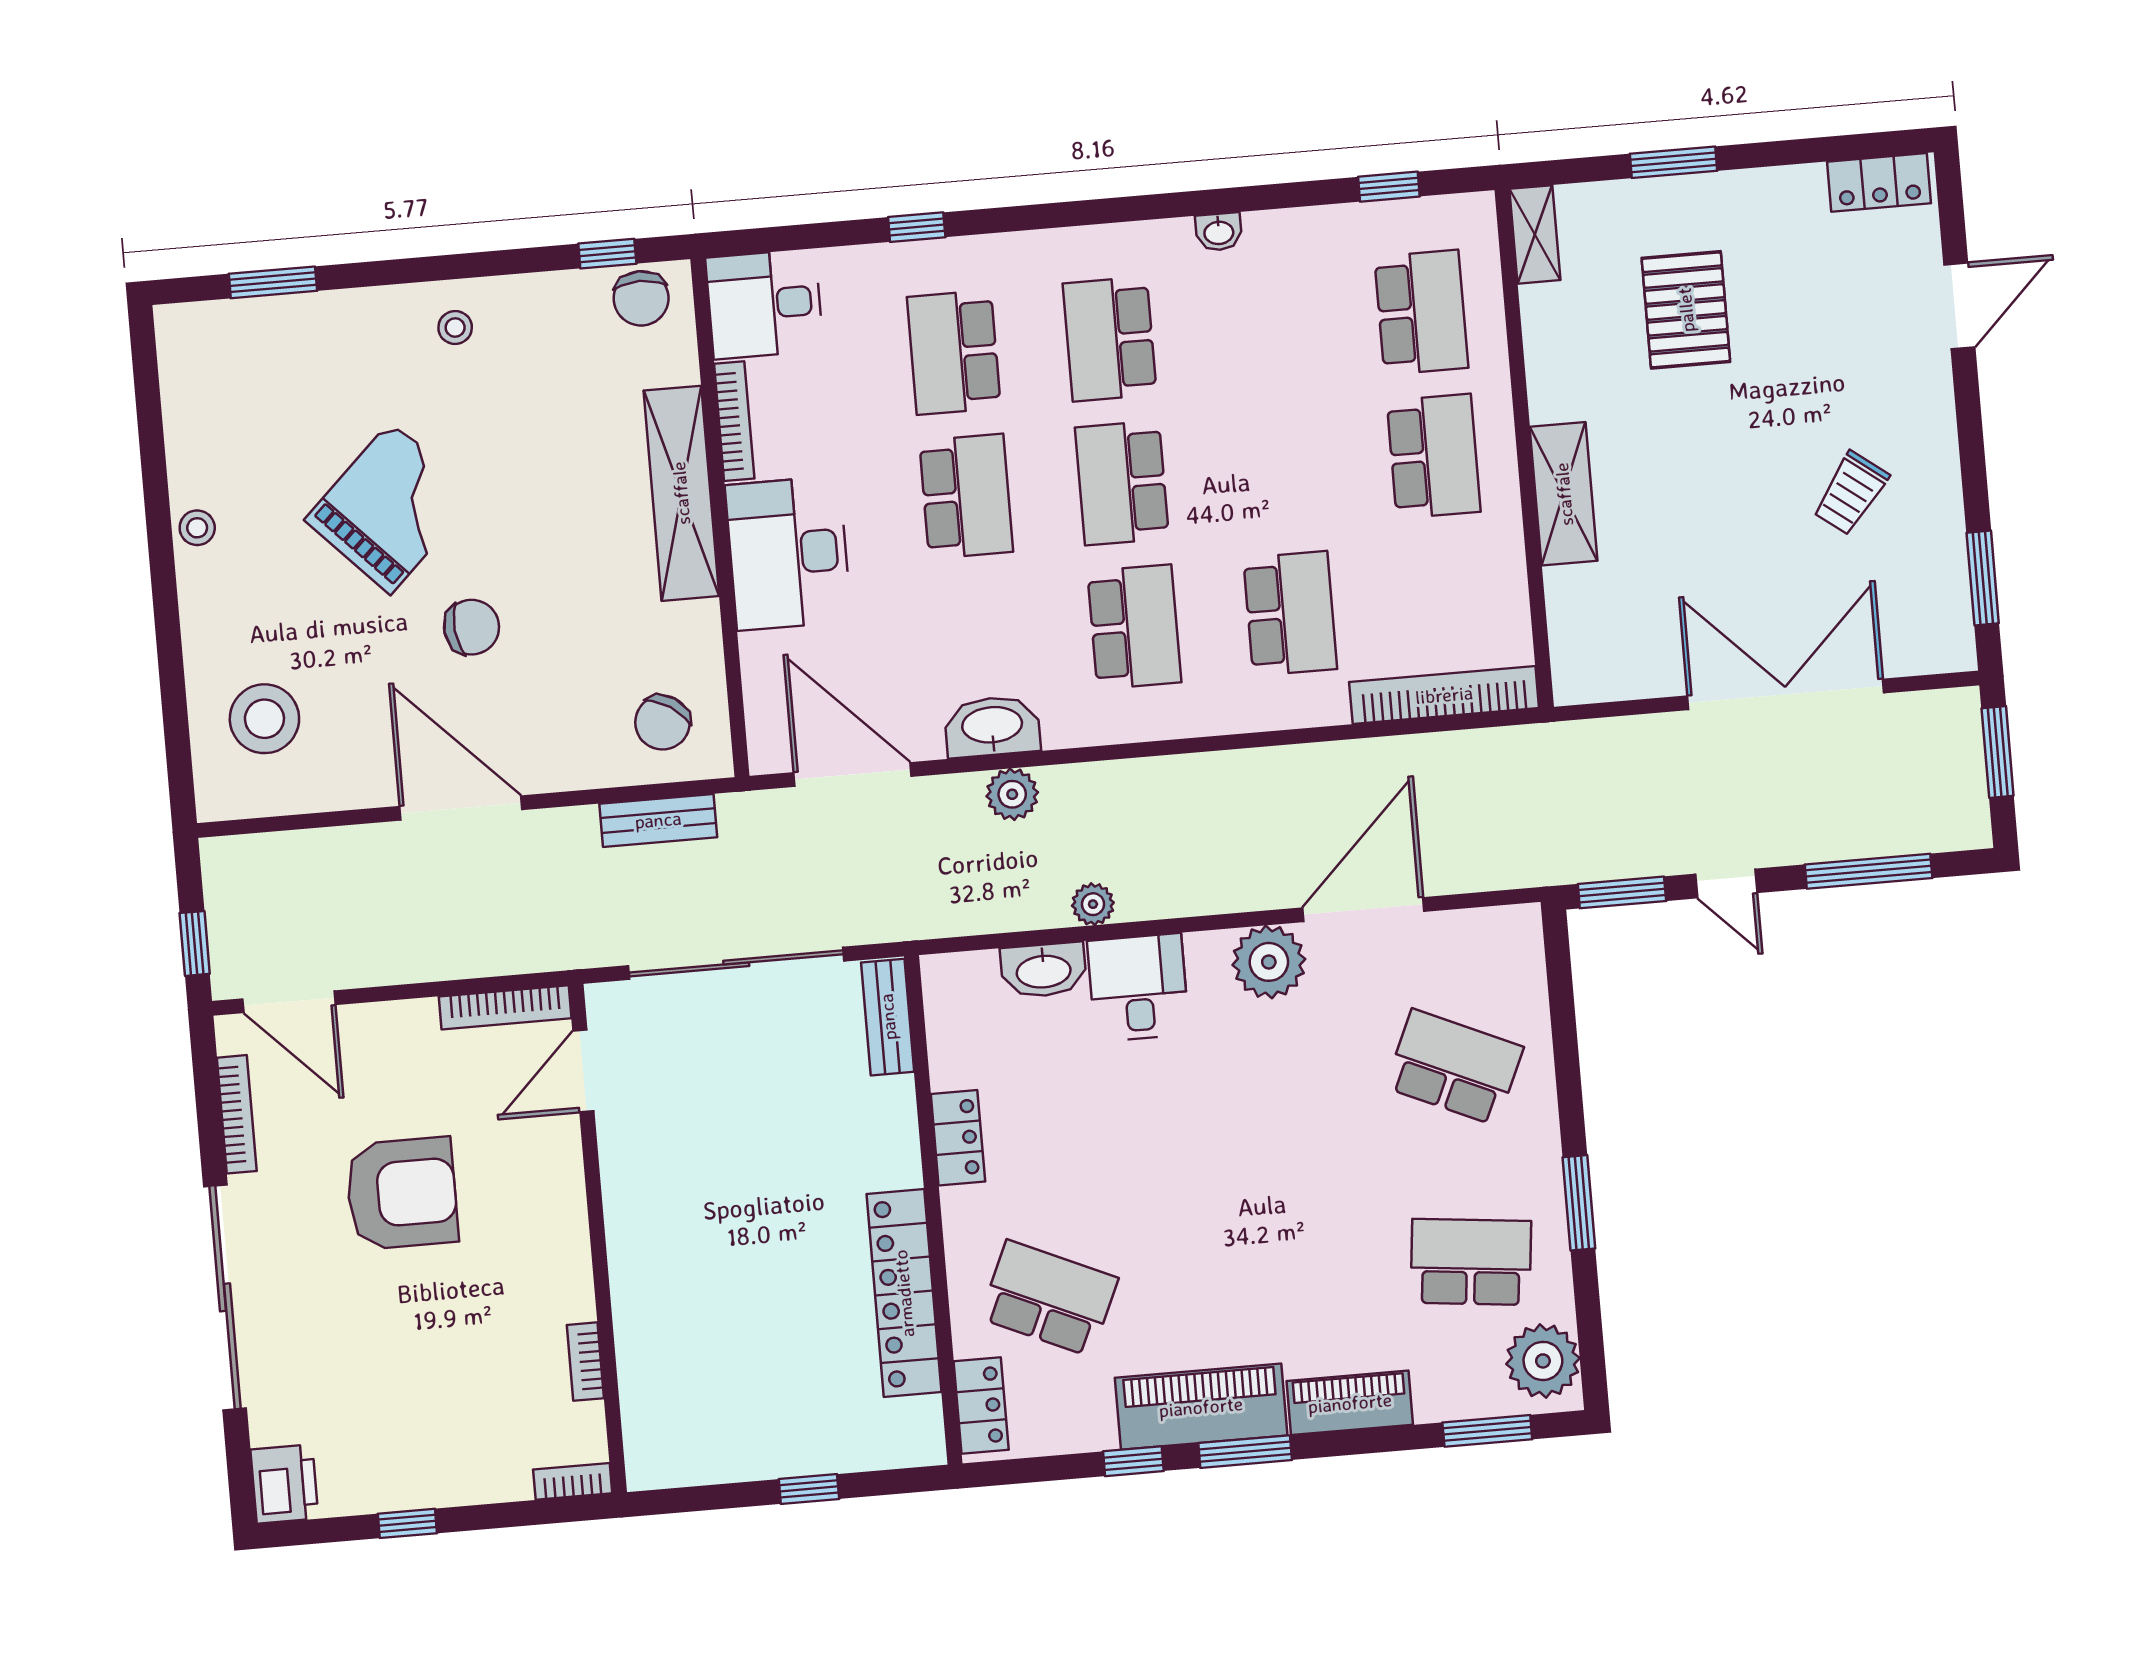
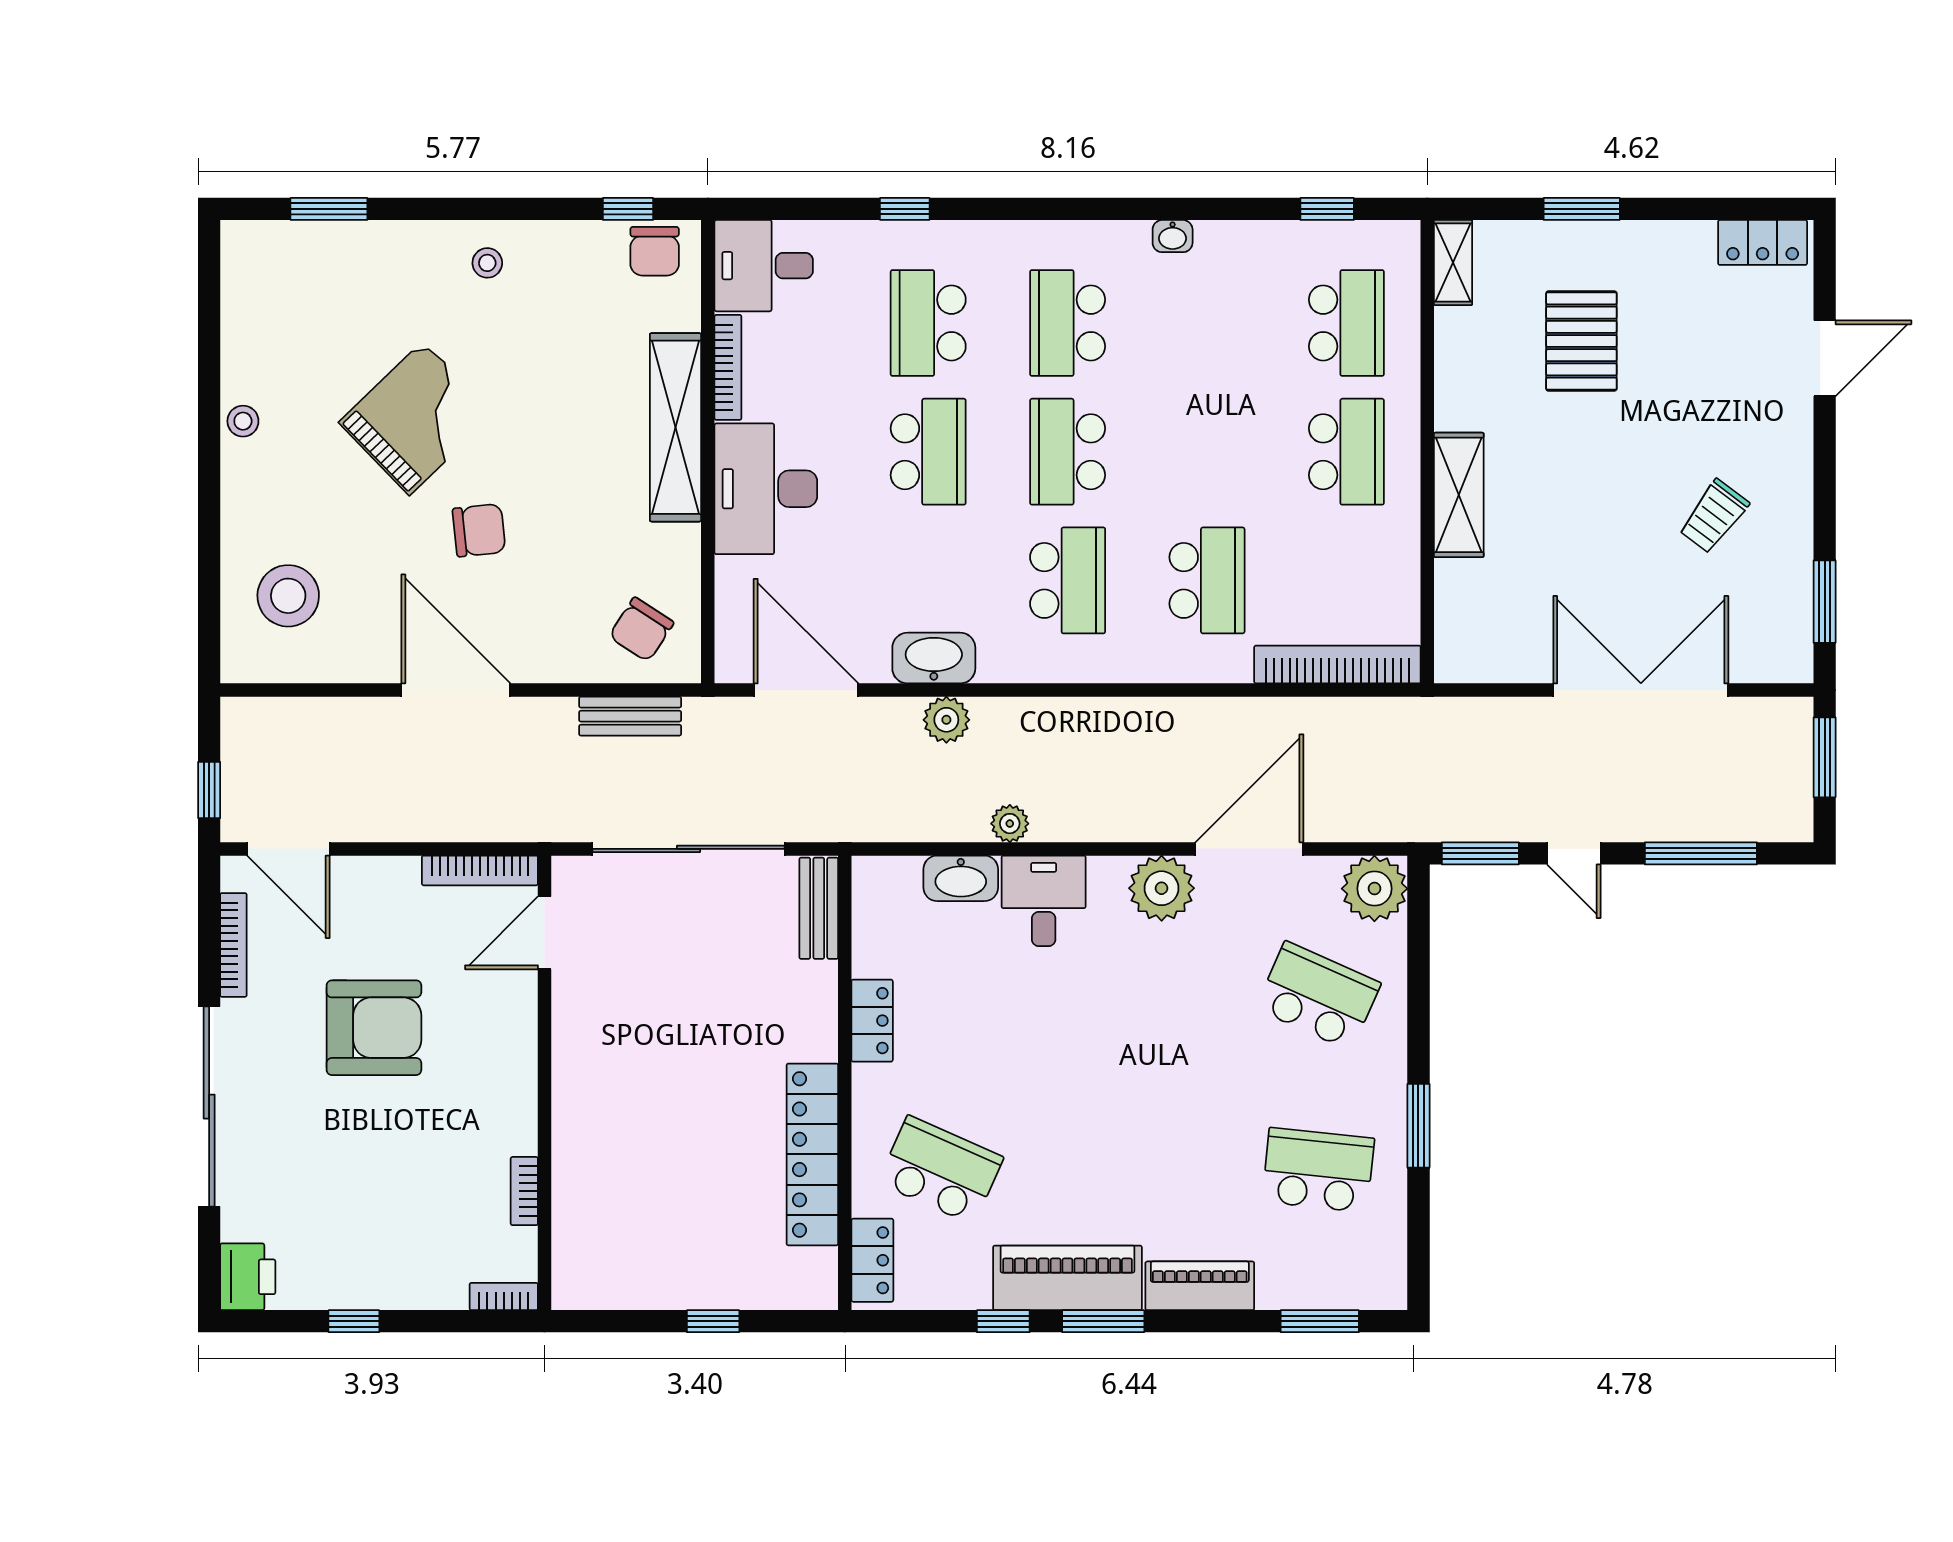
plant: (1543, 1361) -> (1374, 889), moved

